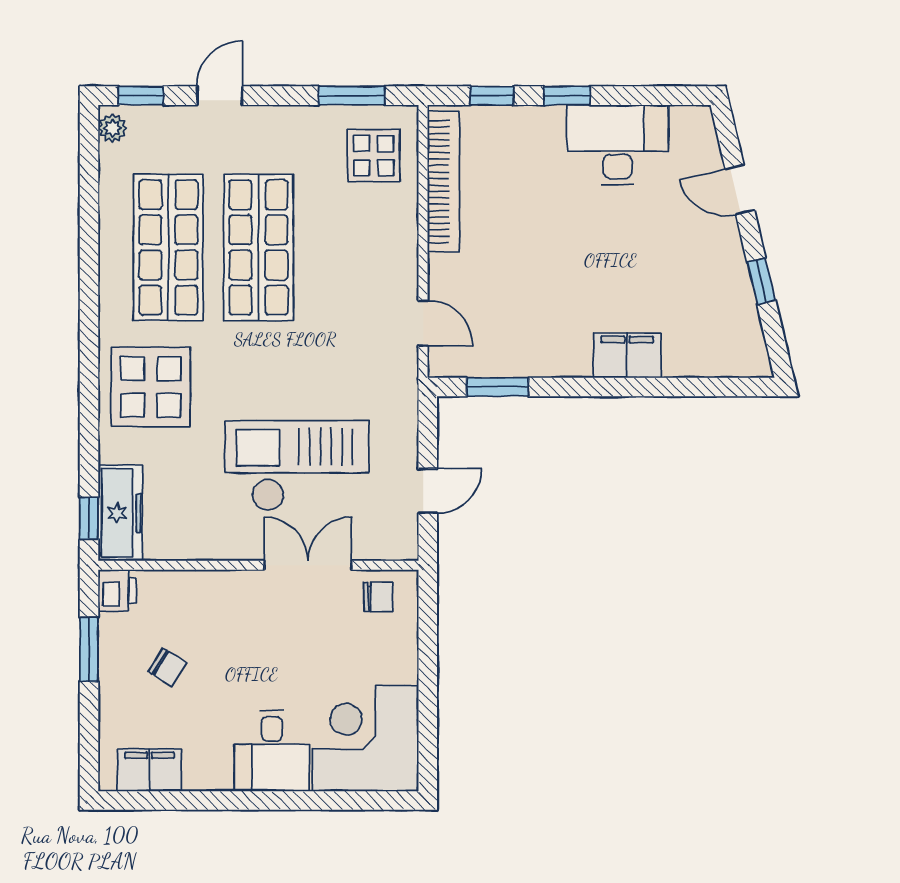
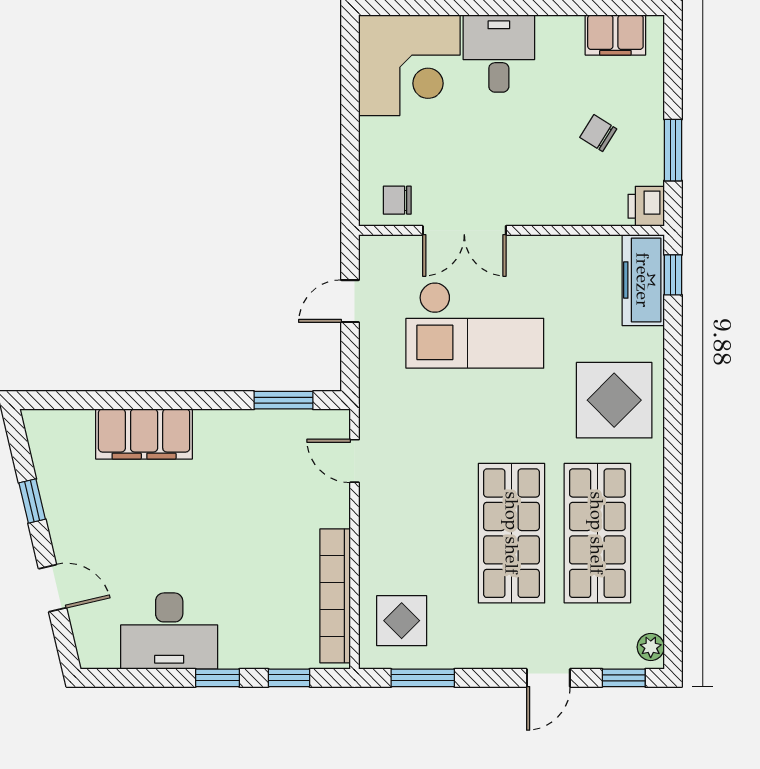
filing cabinet: (627, 355) -> (144, 434), width x1.50, depth x1.17

